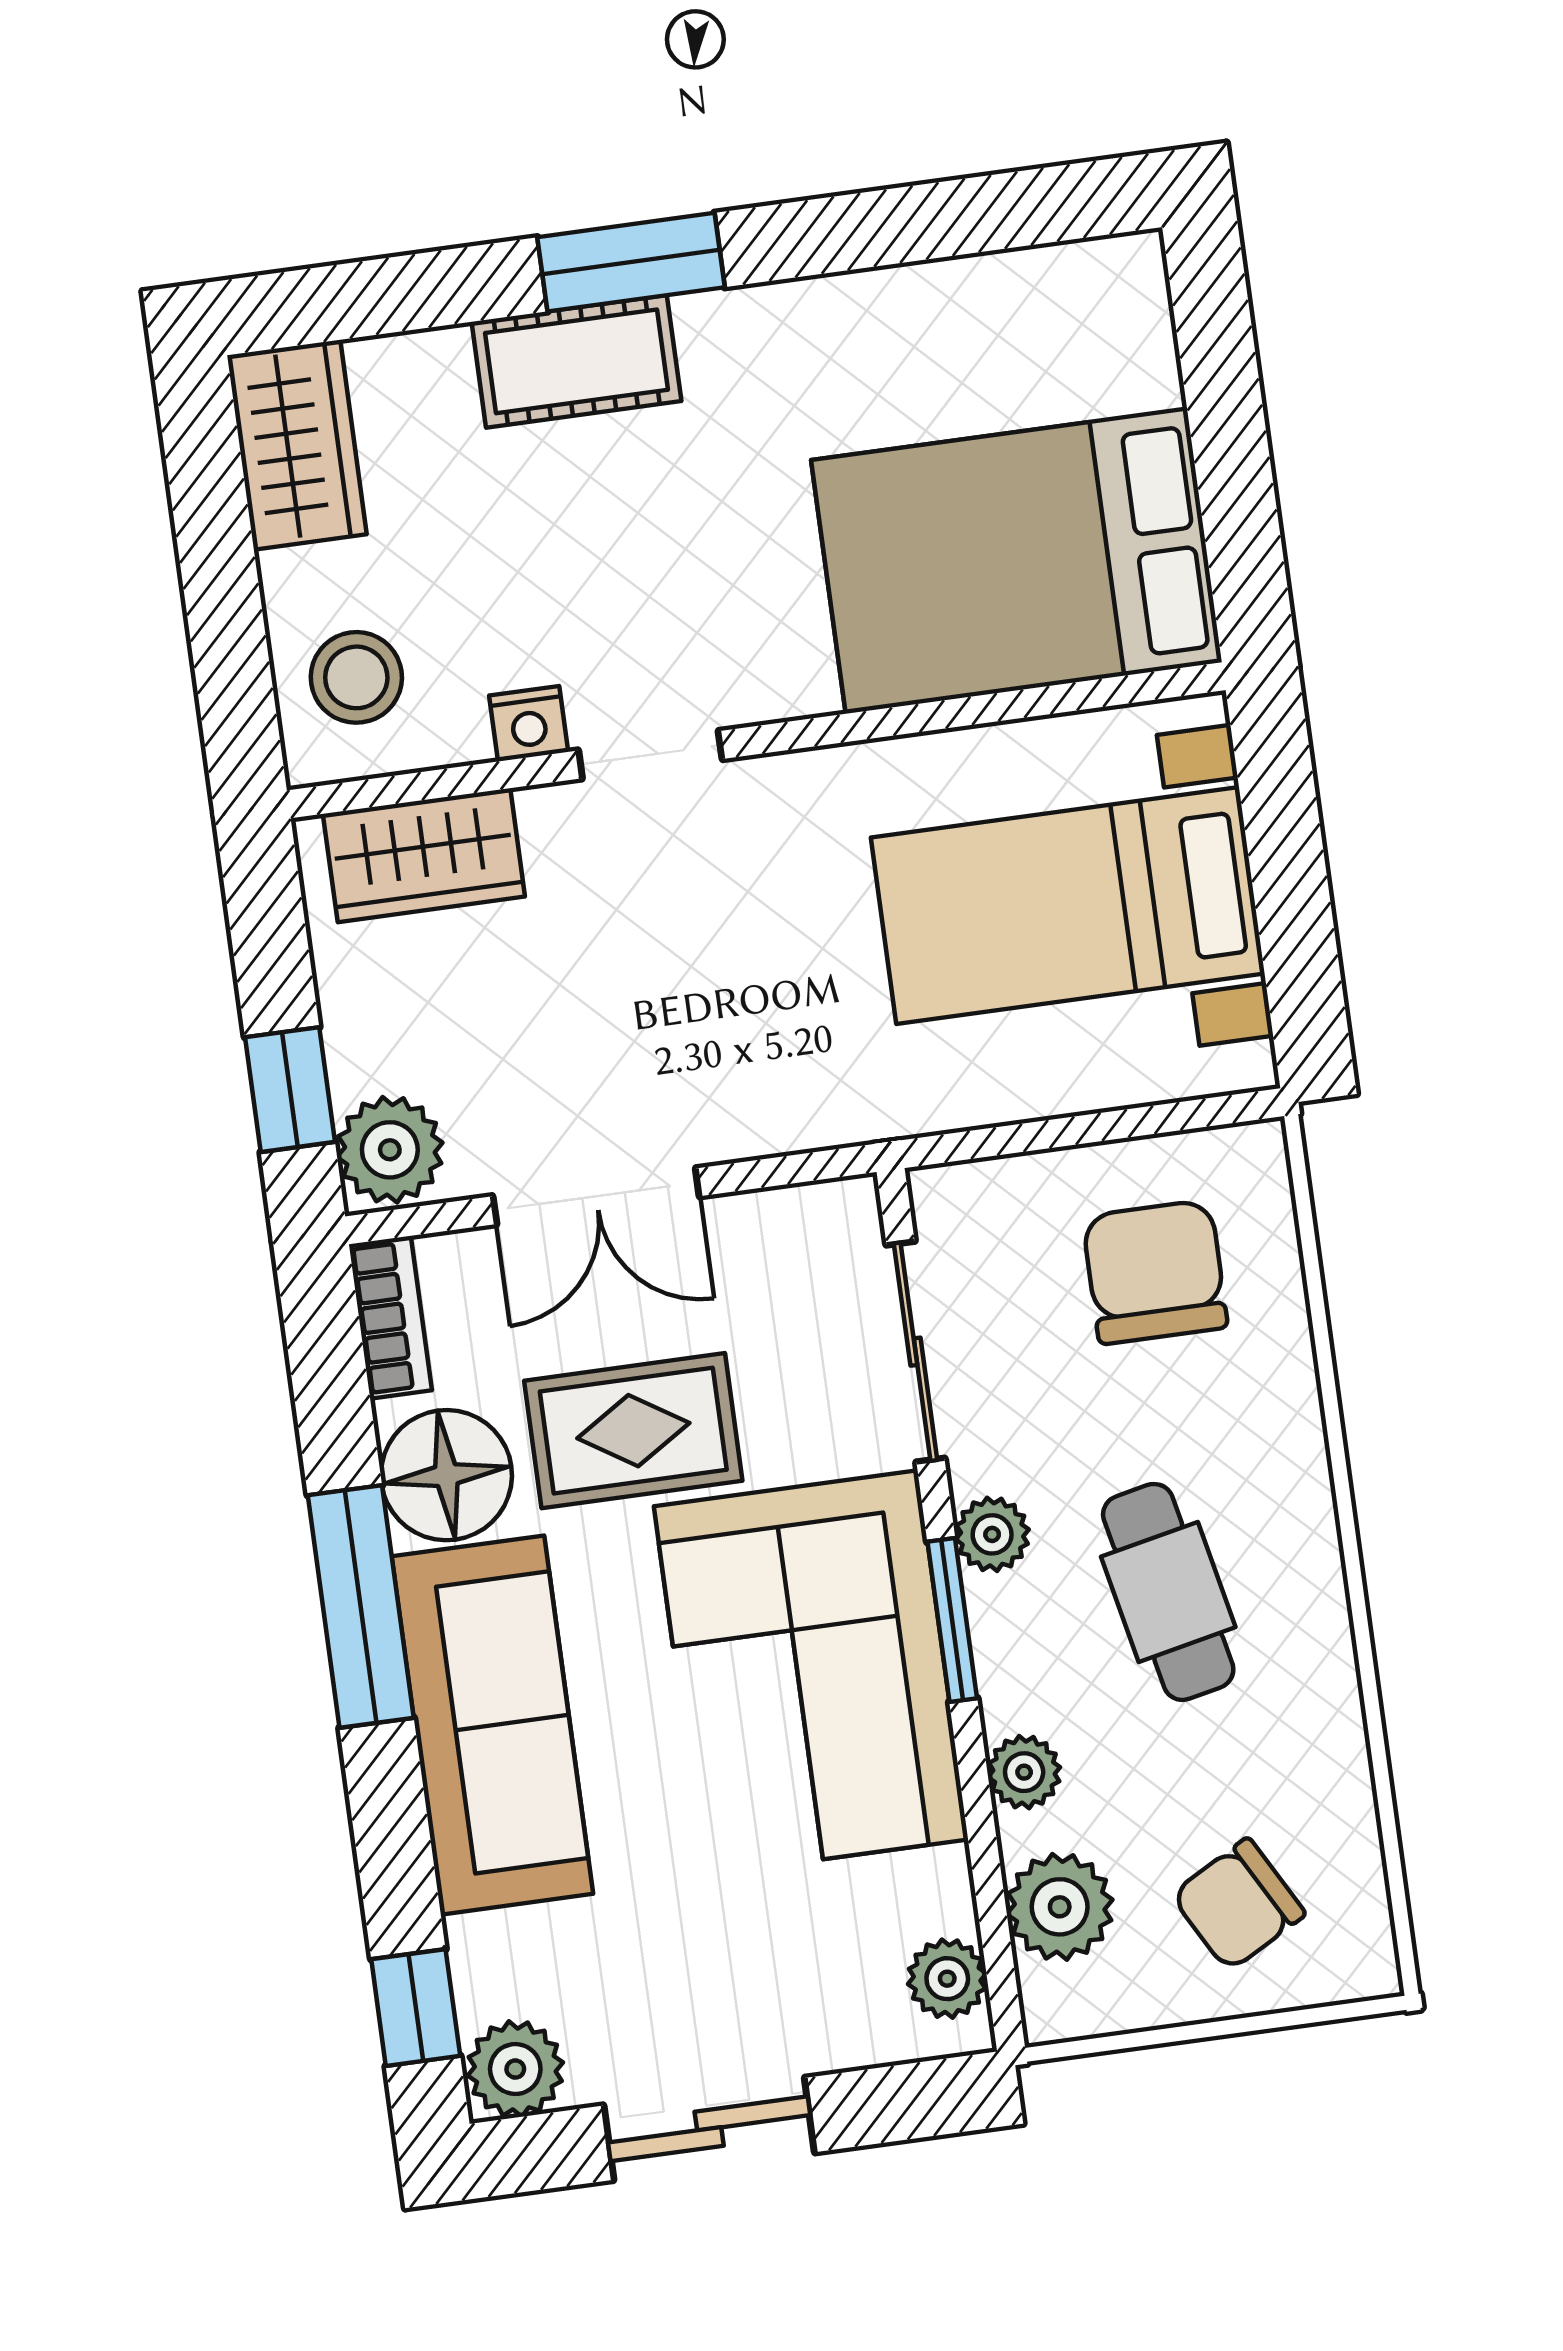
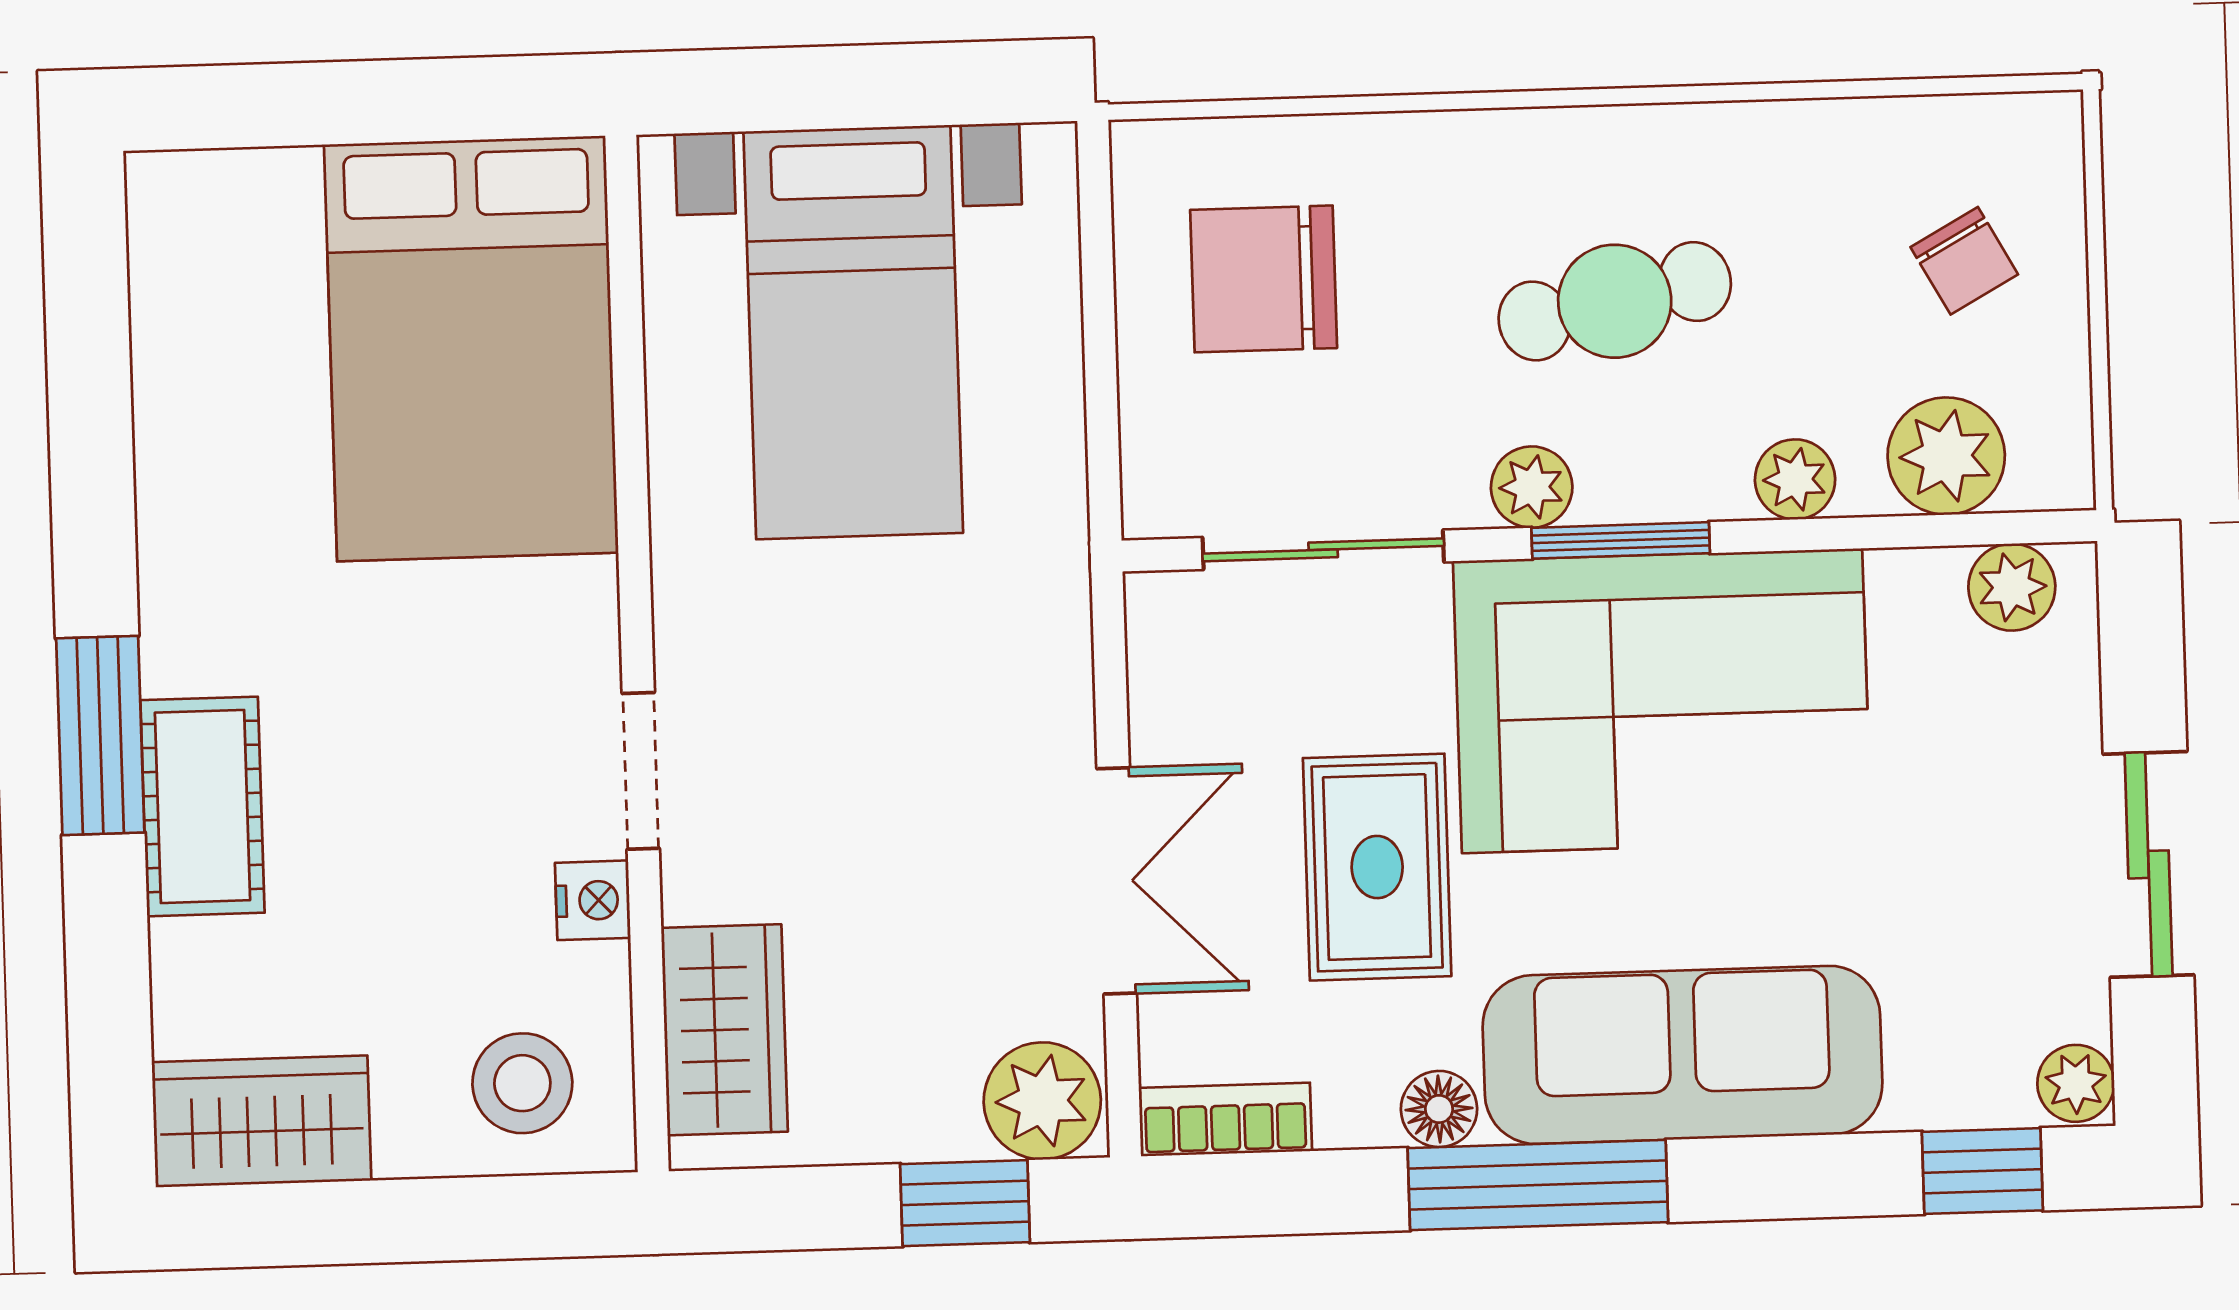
floor lamp: (446, 1475) -> (1439, 1109), width x0.53, depth x0.53
chair: (1238, 1905) -> (1964, 261), width x0.73, depth x0.73
plant: (515, 2069) -> (2076, 1083), width x0.73, depth x0.73

